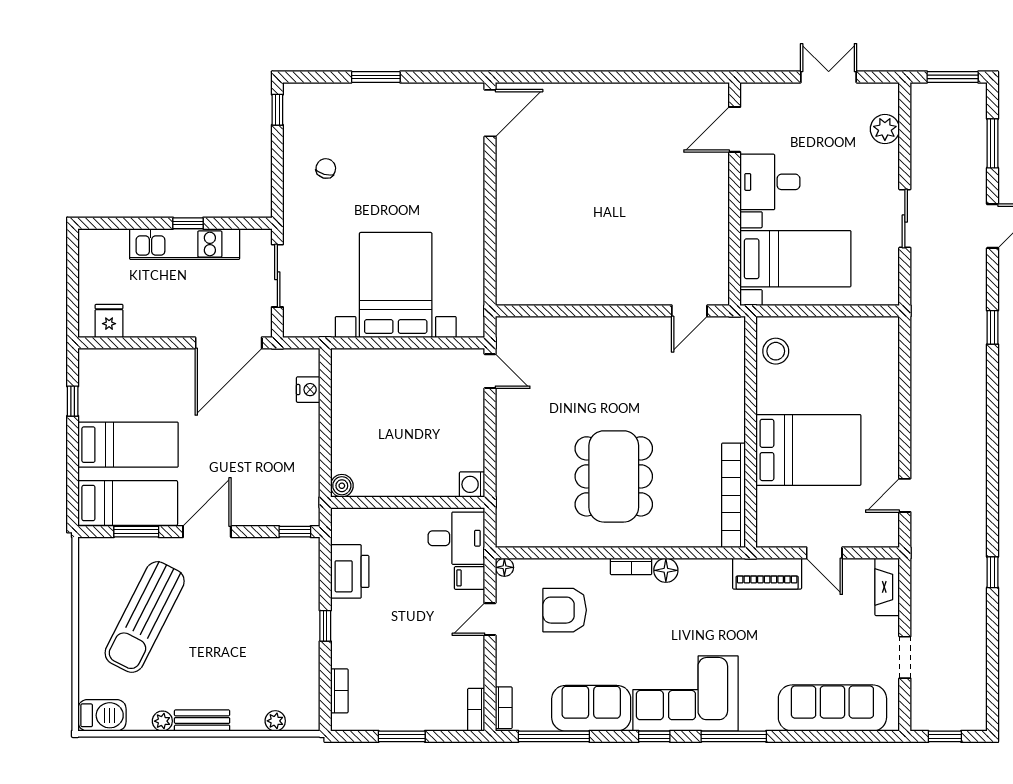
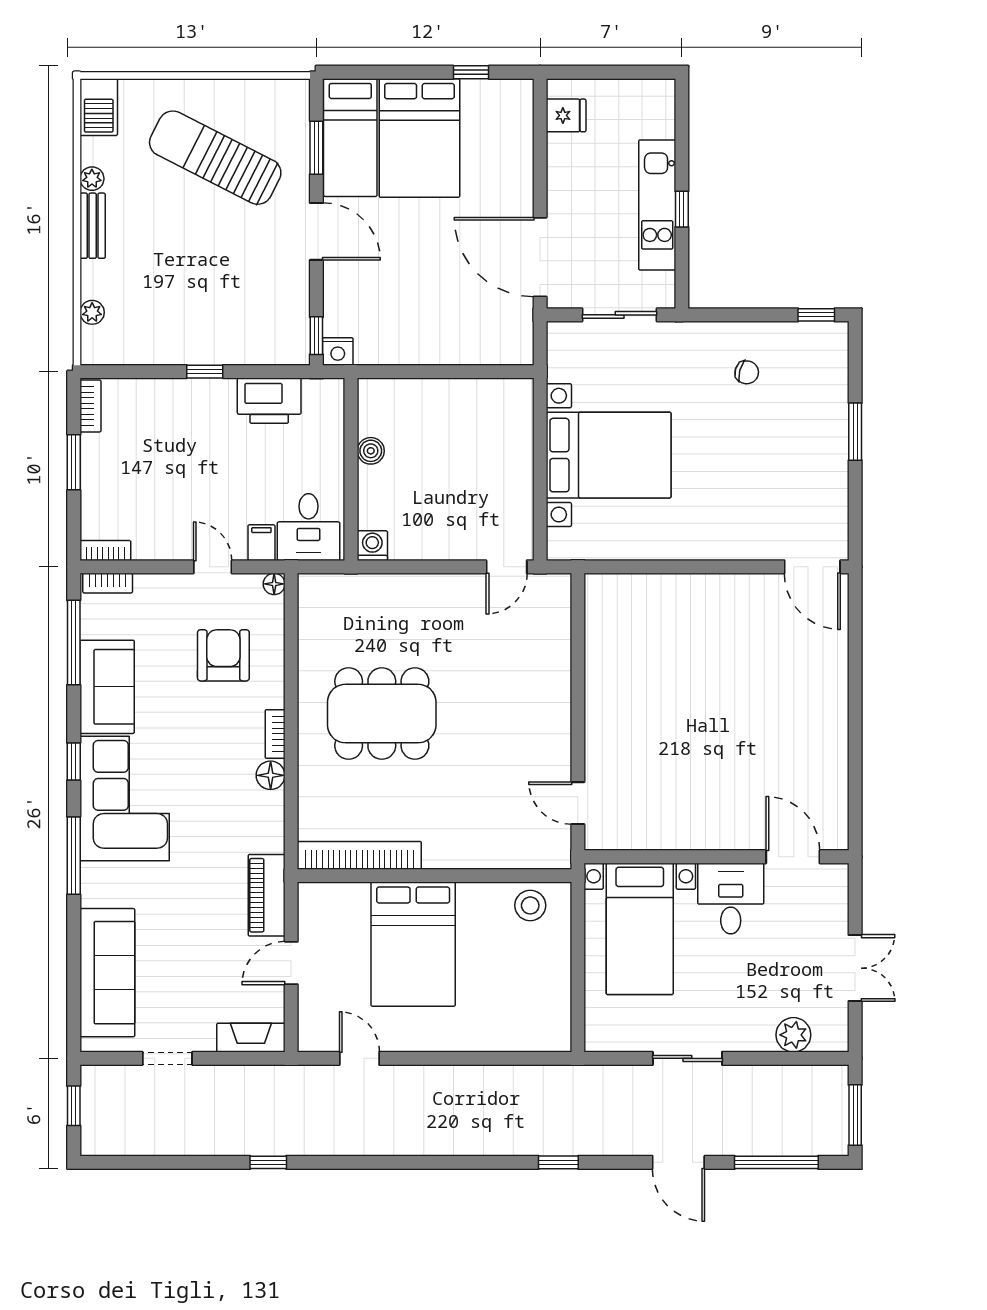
window: (993, 143) -> (776, 1162), width x1.44
nightstand: (308, 390) -> (338, 351), moved
bed: (128, 445) -> (419, 138), width x1.50
boiler: (342, 486) -> (371, 451), moved
bookcase: (339, 691) -> (91, 406), moved, turned -90

